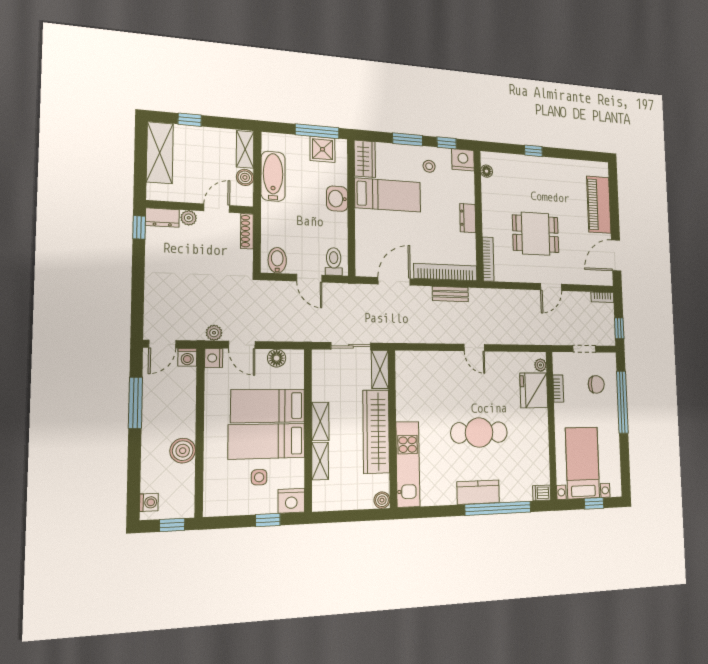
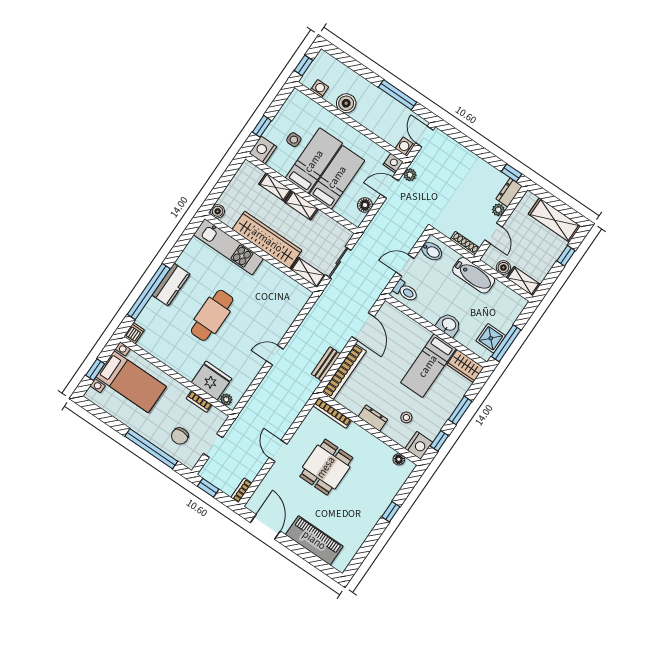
stool: (429, 166) -> (406, 417), moved
bathtub: (273, 176) -> (474, 275), moved
washing machine: (149, 502) -> (319, 89), moved, turned 180

